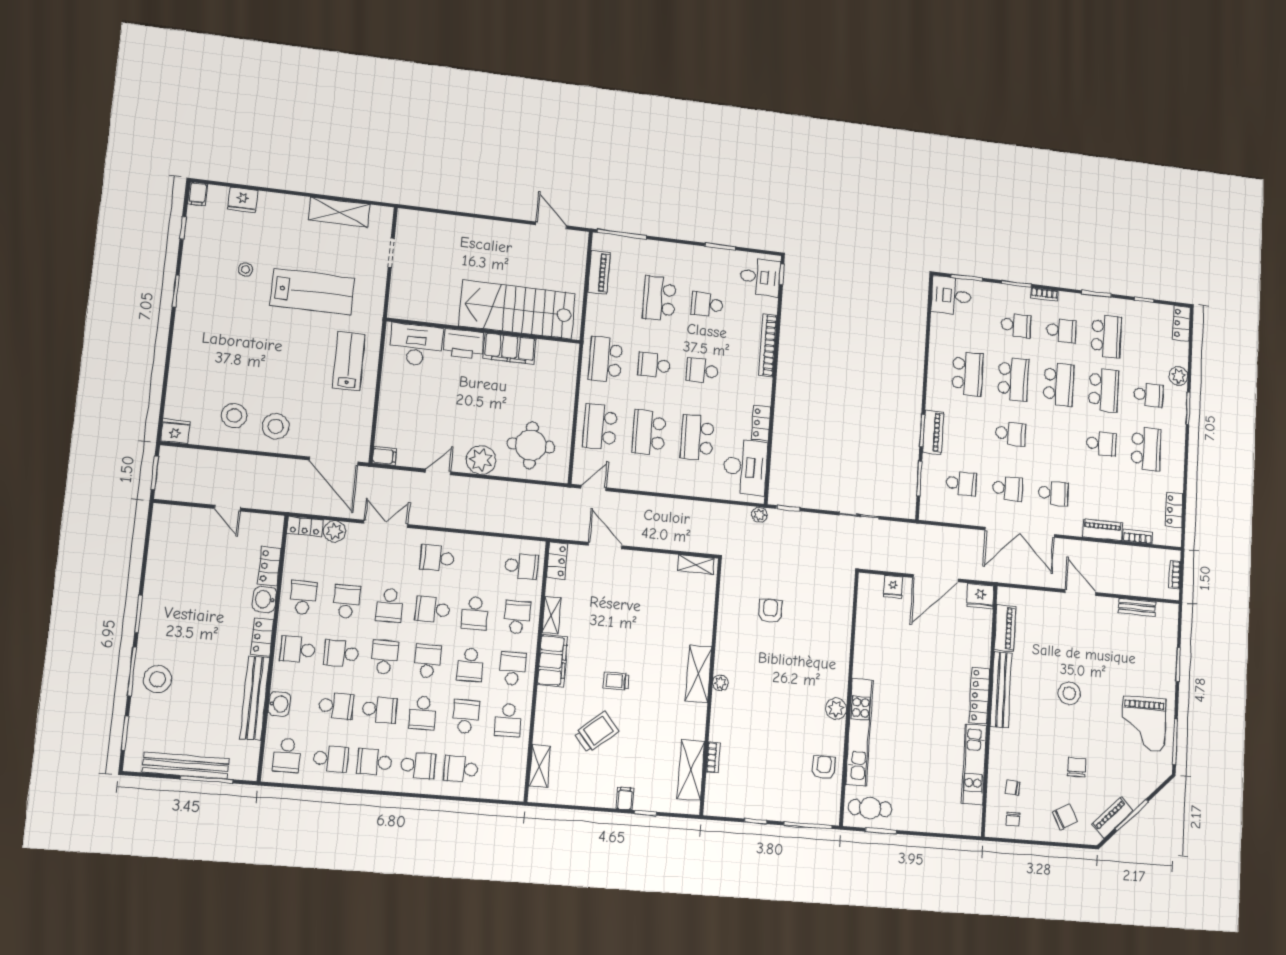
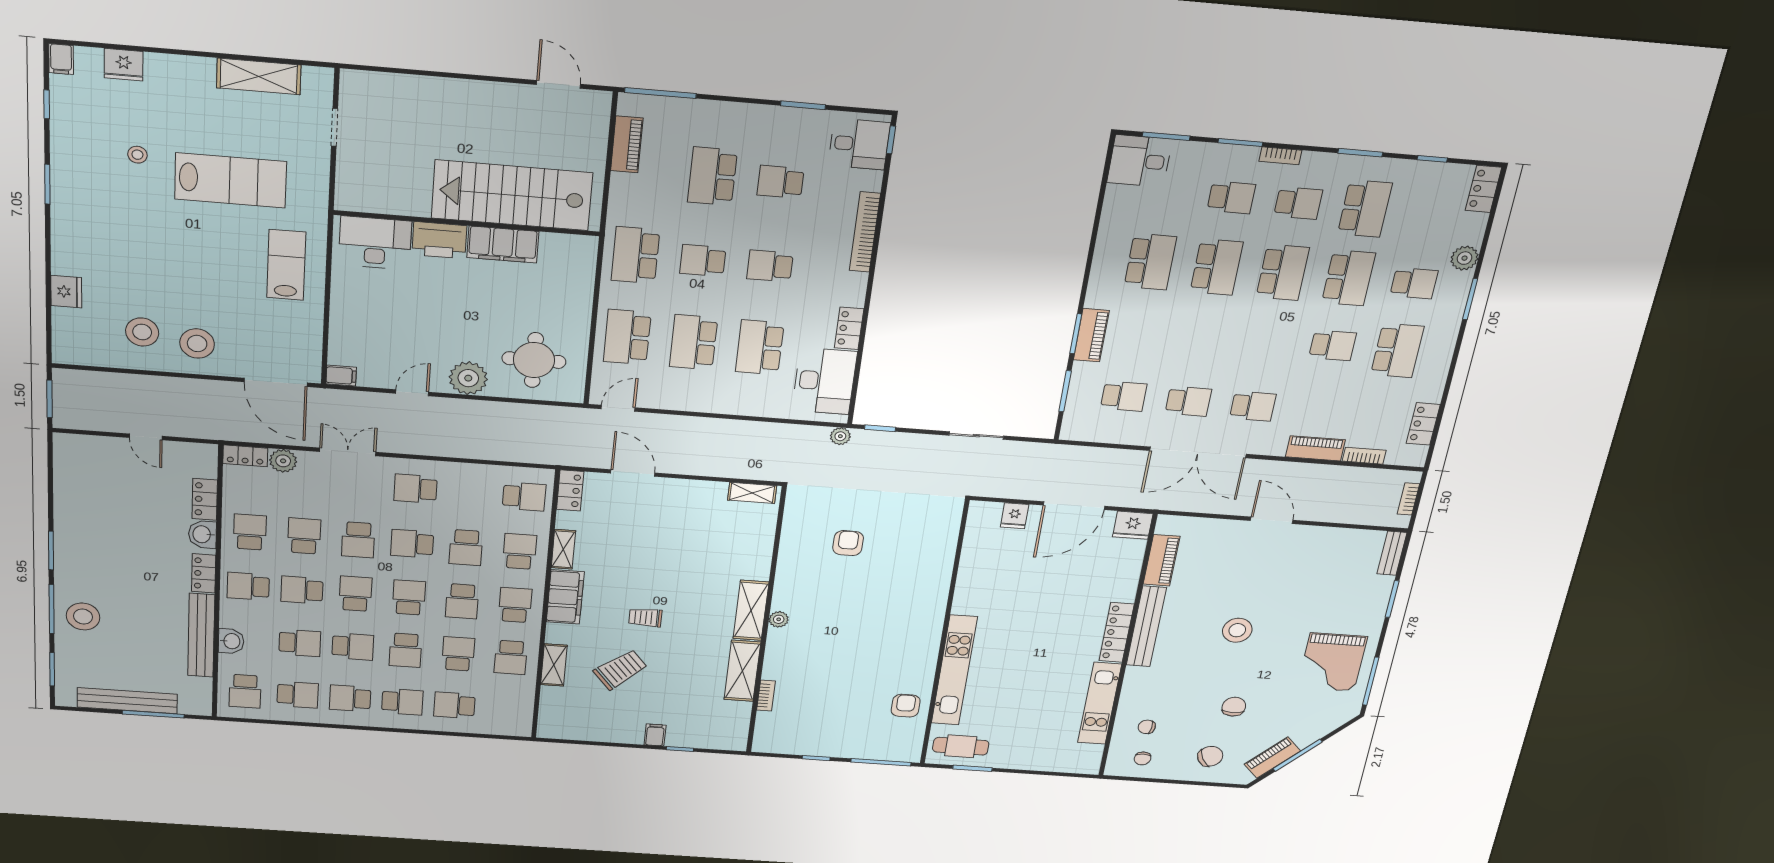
fridge: (175, 431) -> (66, 292), moved, turned 90
school desk: (1010, 433) -> (1202, 335), removed
bench: (1137, 607) -> (1392, 553), moved, turned 90
plant: (836, 709) -> (926, 646), removed
shelving: (540, 766) -> (554, 665), moved
shelving: (691, 770) -> (742, 671), moved

